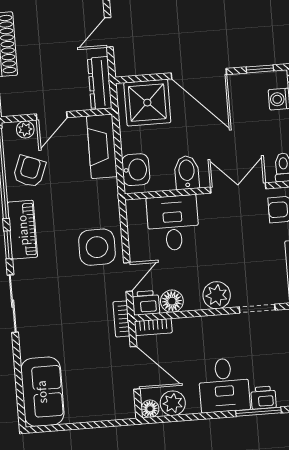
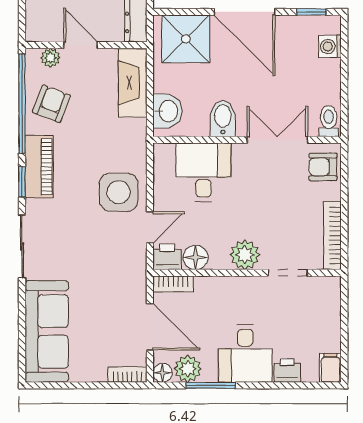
door: (52, 116) -> (80, 45), swing flipped
bookcase: (121, 319) -> (127, 375), moved, turned 90
sofa: (42, 392) -> (47, 331), width x1.36
window: (259, 412) -> (211, 385), moved

